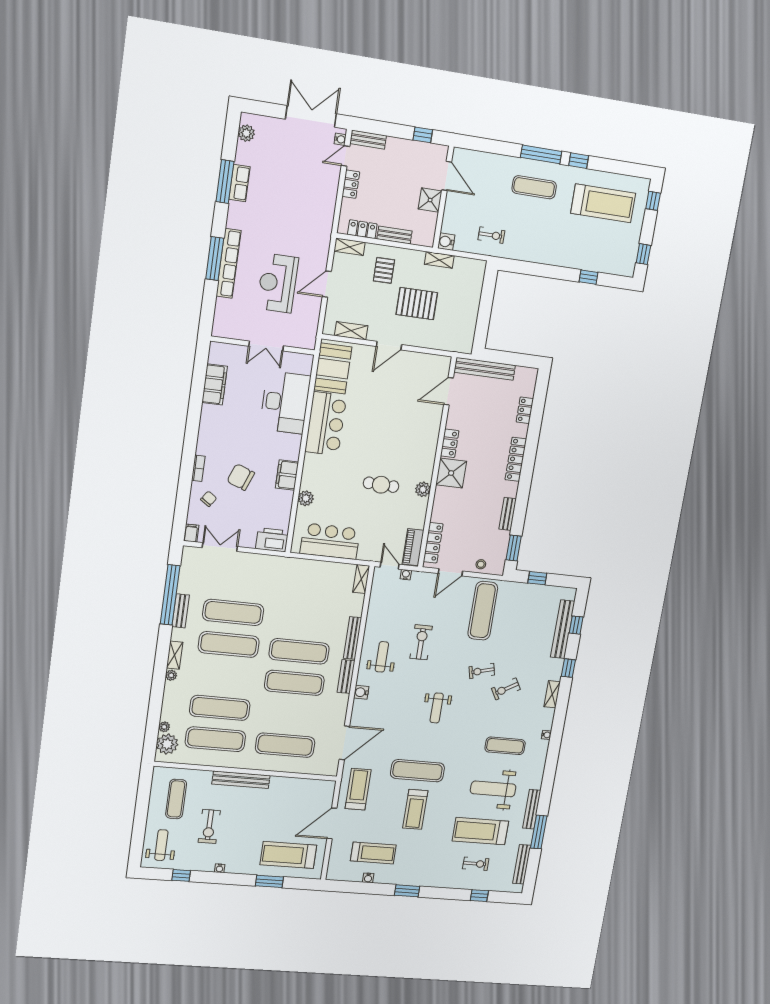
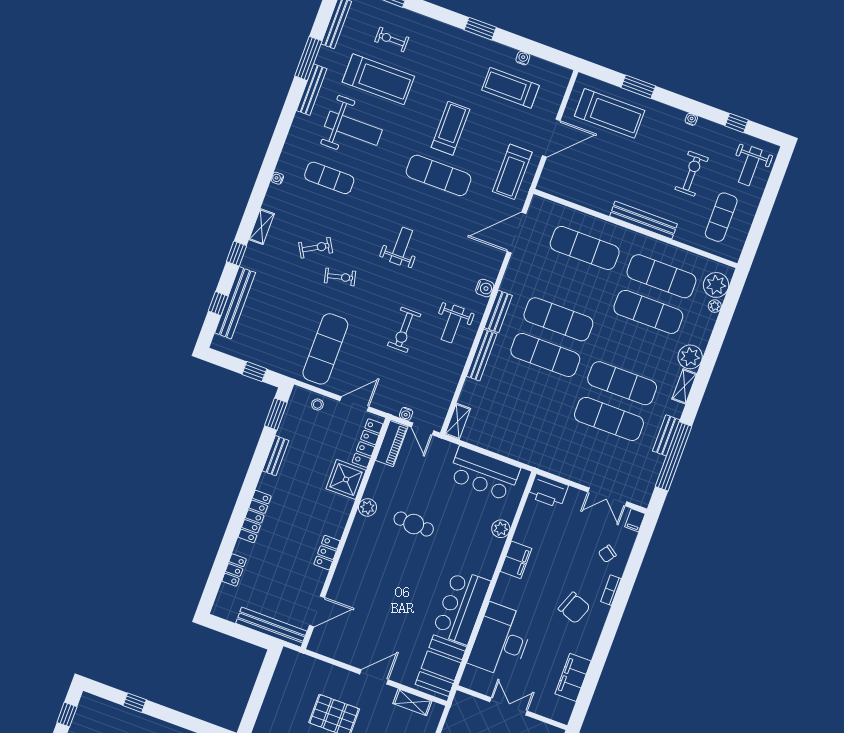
shower: (451, 473) -> (346, 479), moved
chair: (241, 477) -> (574, 608), moved
plant: (171, 675) -> (690, 357), width x1.87, depth x1.87

